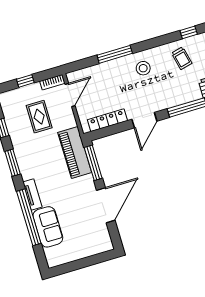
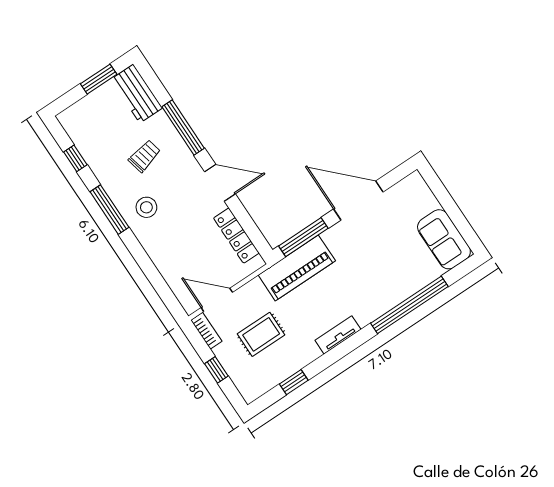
window: (115, 54) -> (109, 210), moved
trolley: (182, 58) -> (144, 156), moved
window: (13, 163) -> (339, 352), removed
tv unit: (32, 194) -> (338, 335), moved
sofa: (48, 227) -> (444, 239), moved, turned -90

